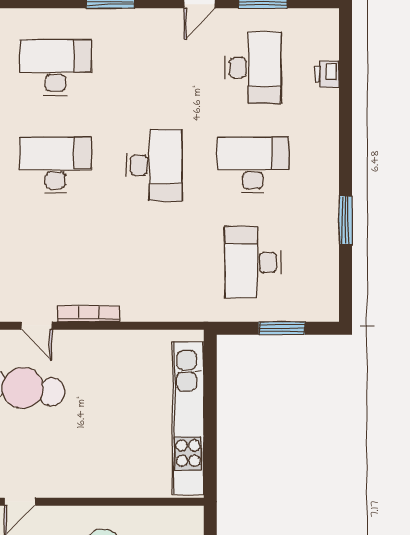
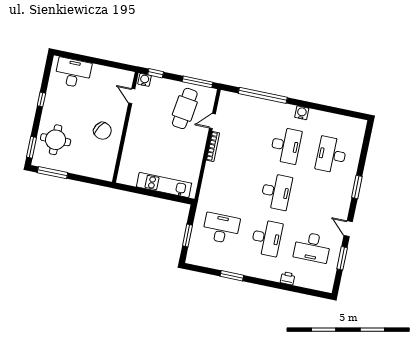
desk: (55, 68) -> (331, 155), turned 180
printer: (327, 74) -> (288, 278), moved
desk: (154, 165) -> (276, 192), turned -90
kitchen unit: (188, 418) -> (164, 185), width x0.73

